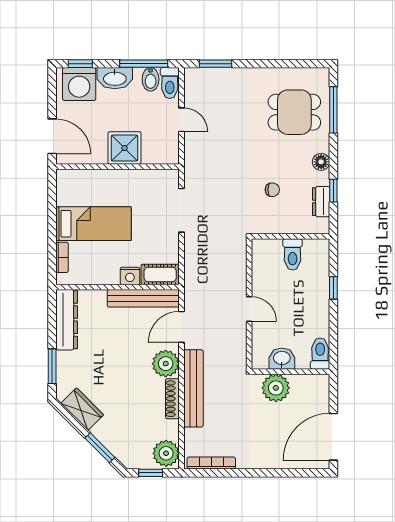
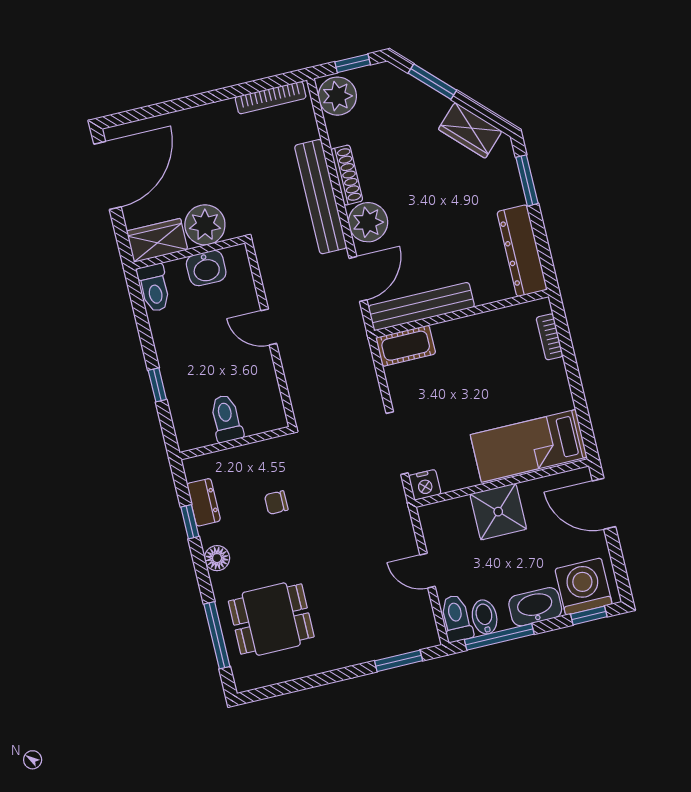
bed: (93, 224) -> (529, 446), moved
nightstand: (130, 276) -> (425, 485), moved, turned 180
wardrobe: (310, 385) -> (157, 240), added

